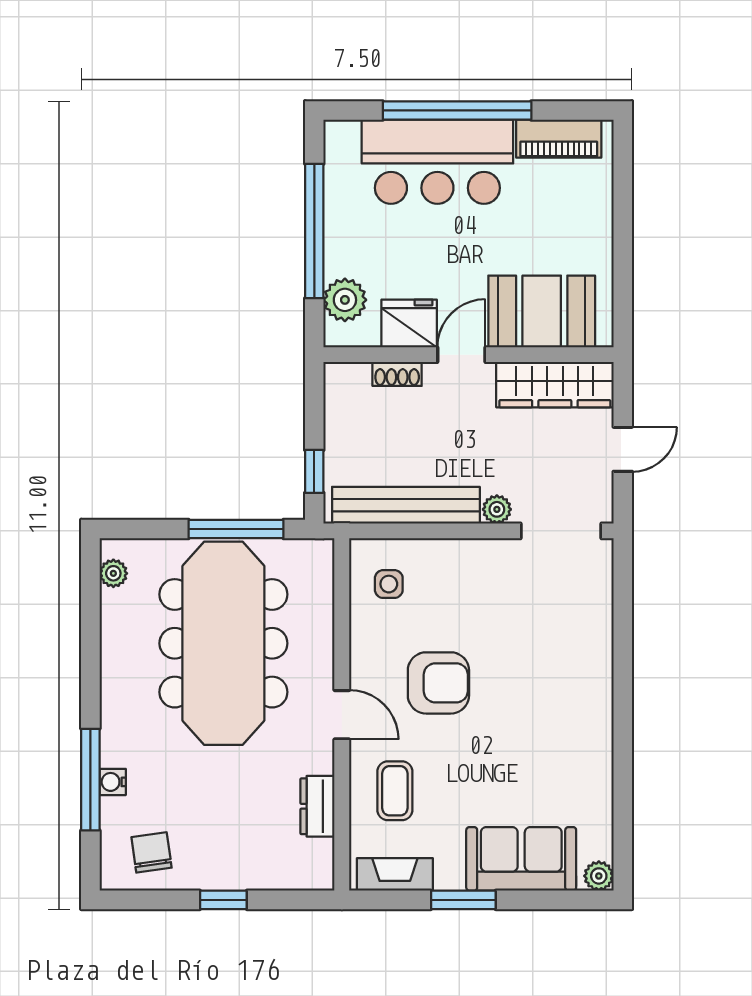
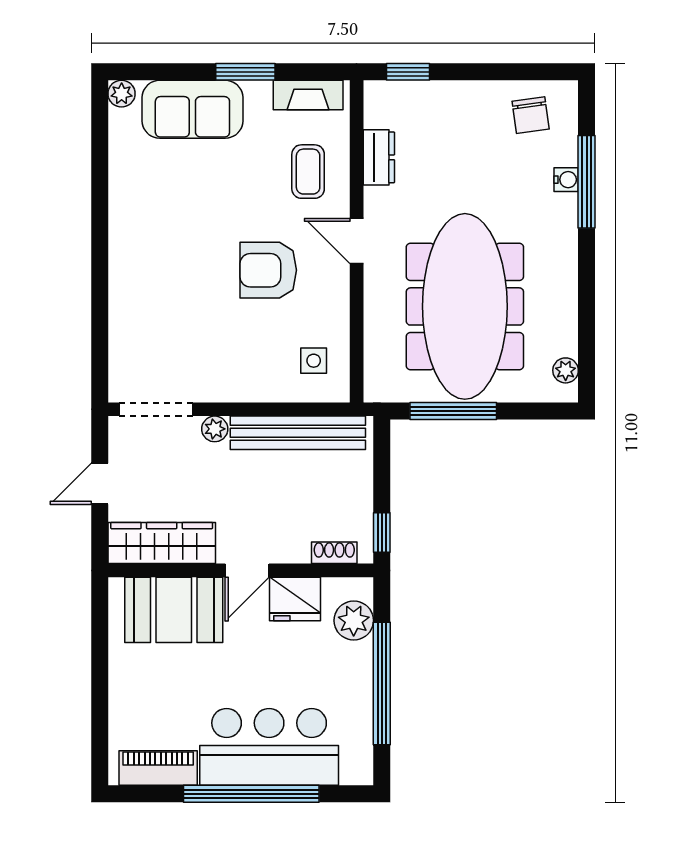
shoe rack: (397, 374) -> (334, 553), moved
window: (314, 471) -> (382, 533), moved
window: (223, 900) -> (408, 72), moved

